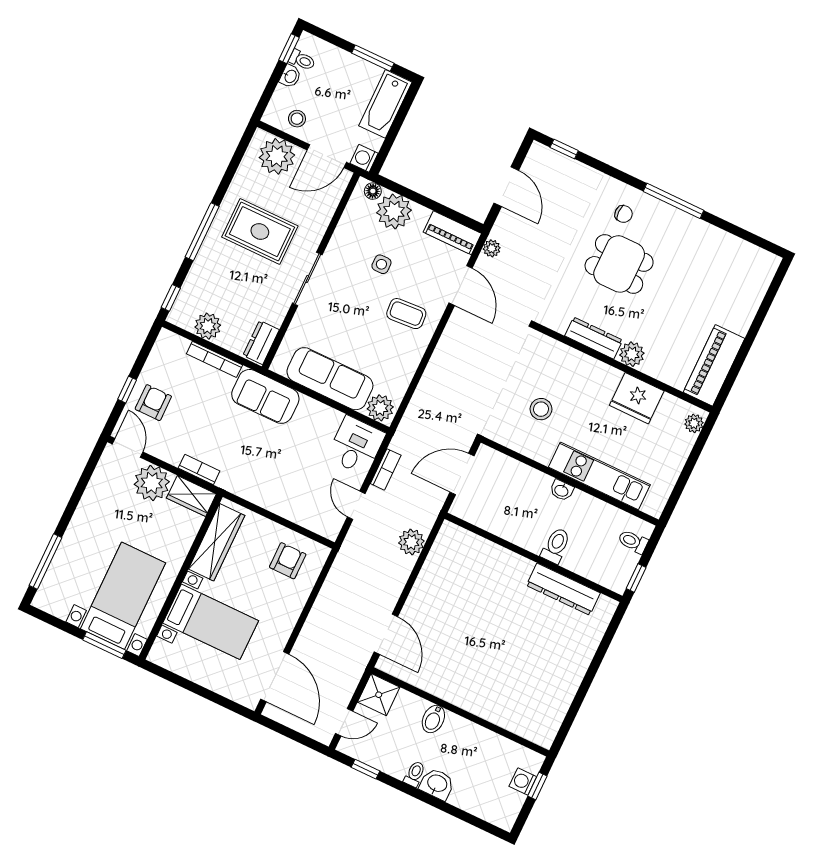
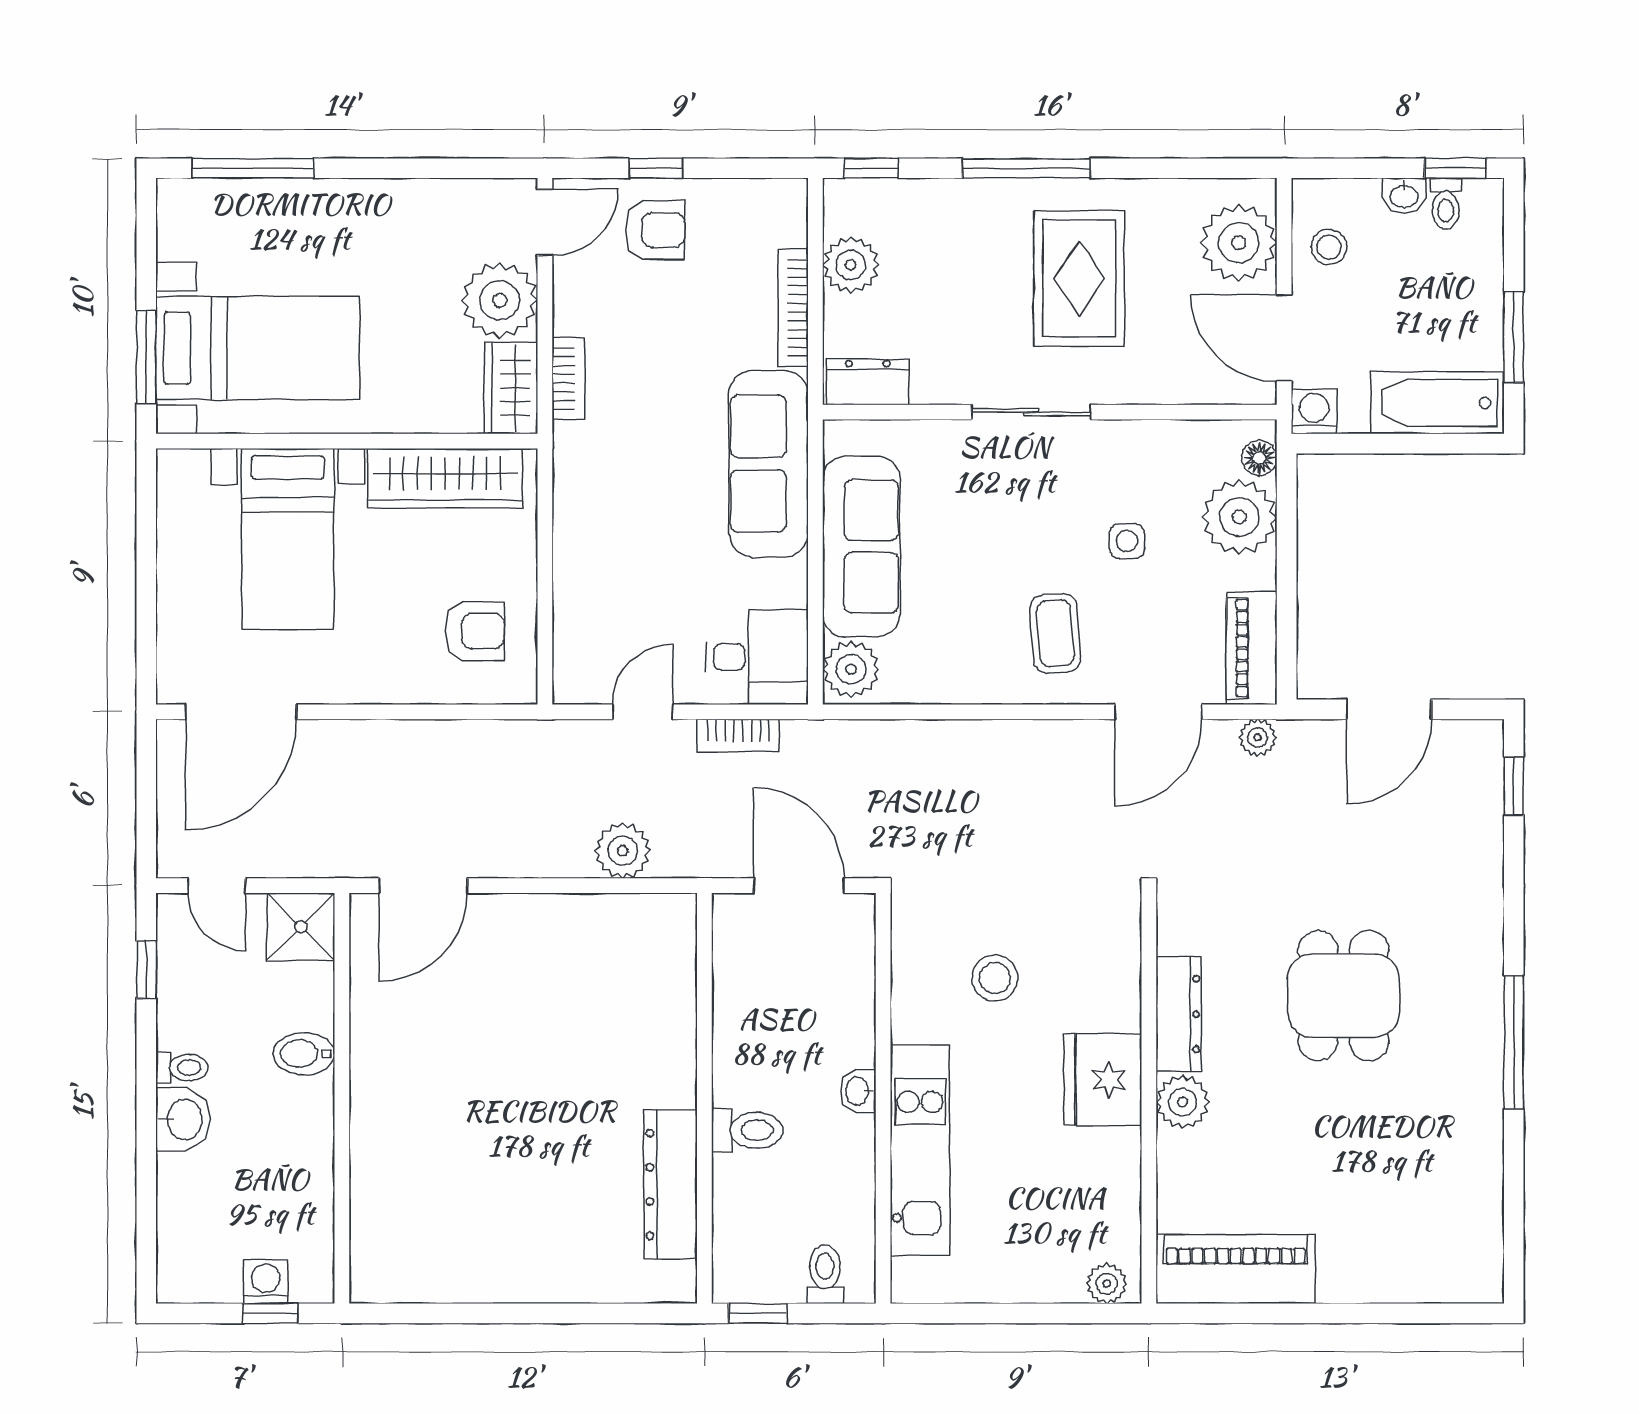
chair: (624, 214) -> (1443, 959), removed
sofa: (265, 396) -> (769, 464), width x1.36
fridge: (637, 398) -> (1103, 1080), moved

